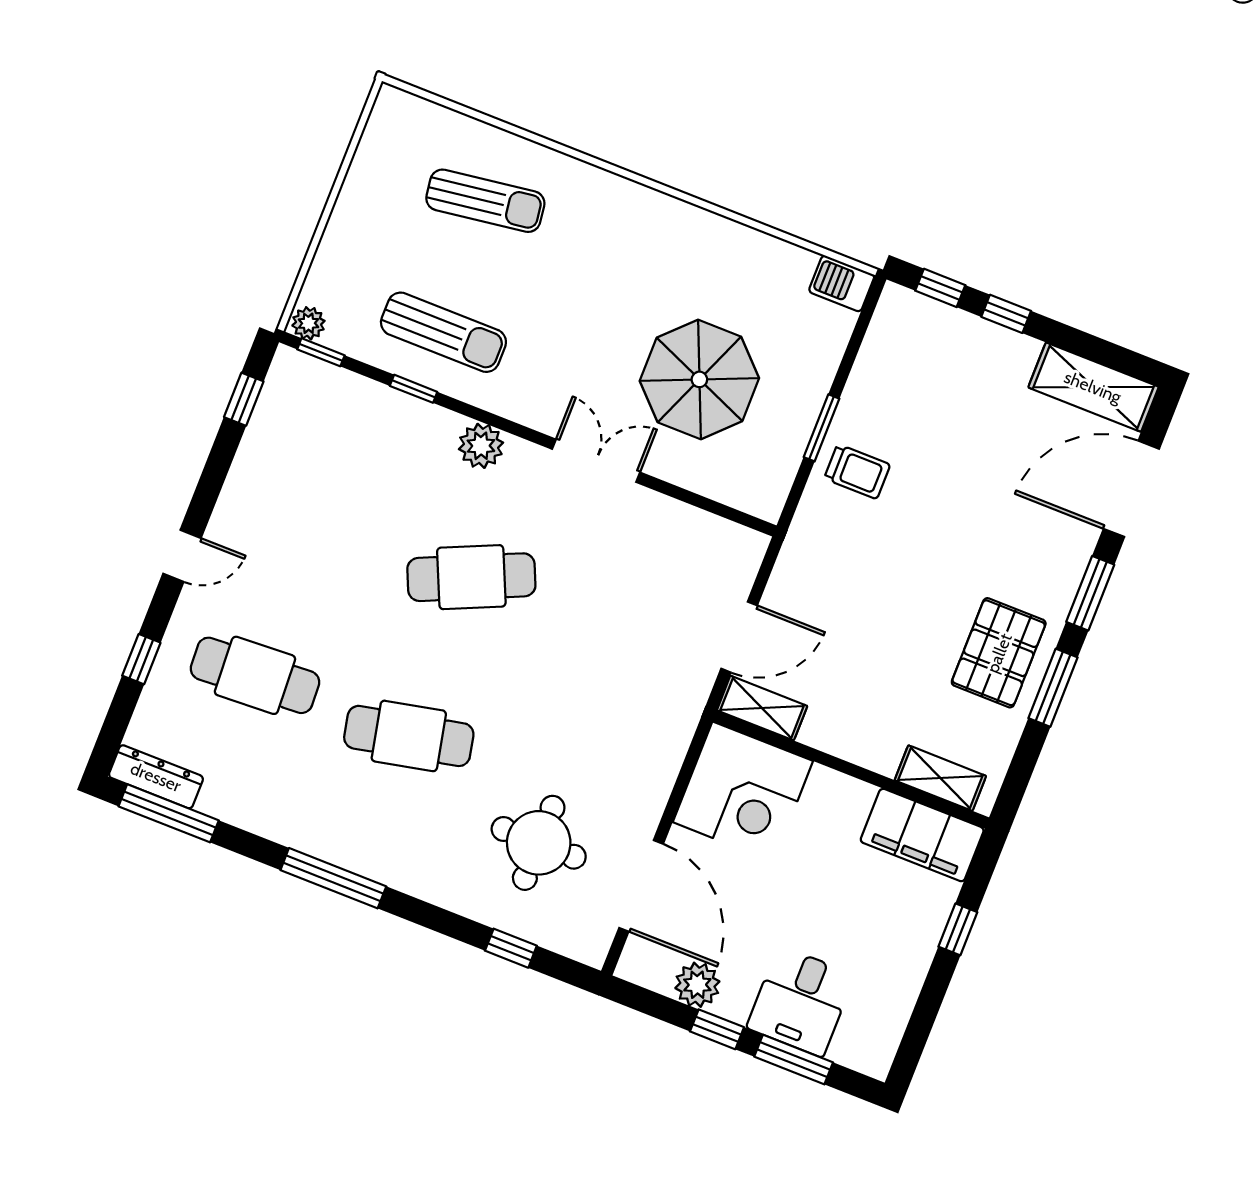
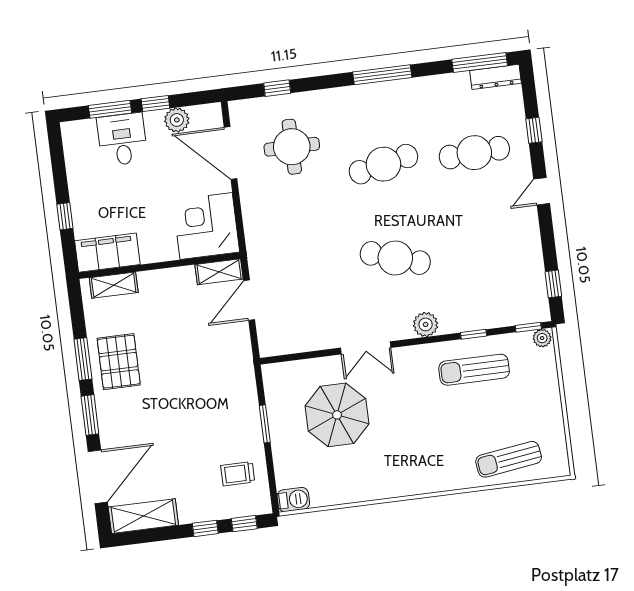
sun lounger: (485, 201) -> (509, 459), moved
trolley: (857, 472) -> (238, 474), moved
cafe table: (471, 577) -> (395, 258), turned 42

